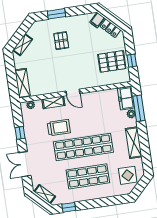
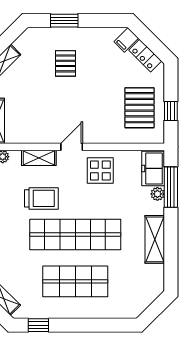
pallet: (112, 61) -> (140, 108), turned 90
door: (73, 92) -> (72, 147), swing flipped
display table: (128, 175) -> (100, 170), moved

